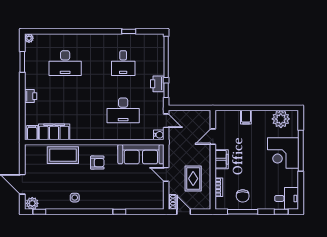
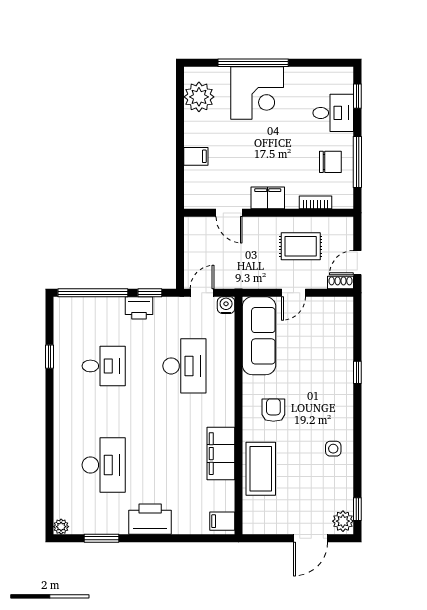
printer: (31, 96) -> (150, 519), width x1.87, depth x1.48
filing cabinet: (54, 132) -> (221, 454), moved
desk: (287, 198) -> (333, 113), moved, turned 90

